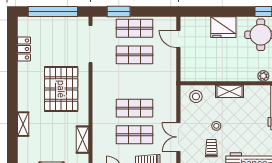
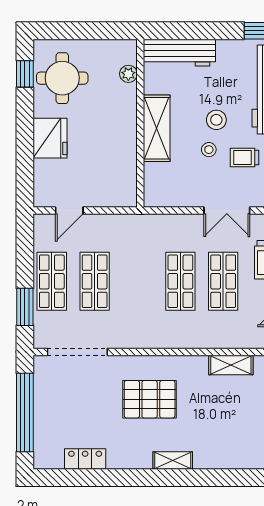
pallet: (61, 89) -> (150, 399), width x0.73, depth x0.71
shelving: (230, 91) -> (157, 128), width x1.50, depth x1.33
stool: (196, 96) -> (216, 120), moved
shelving: (23, 124) -> (173, 460), moved

